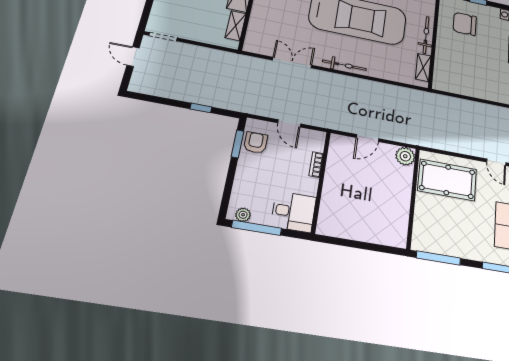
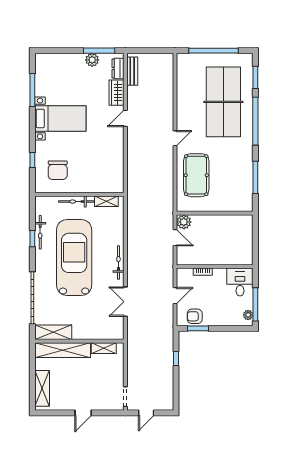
plant: (405, 156) -> (184, 222), moved
wall: (413, 198) -> (215, 213), moved

